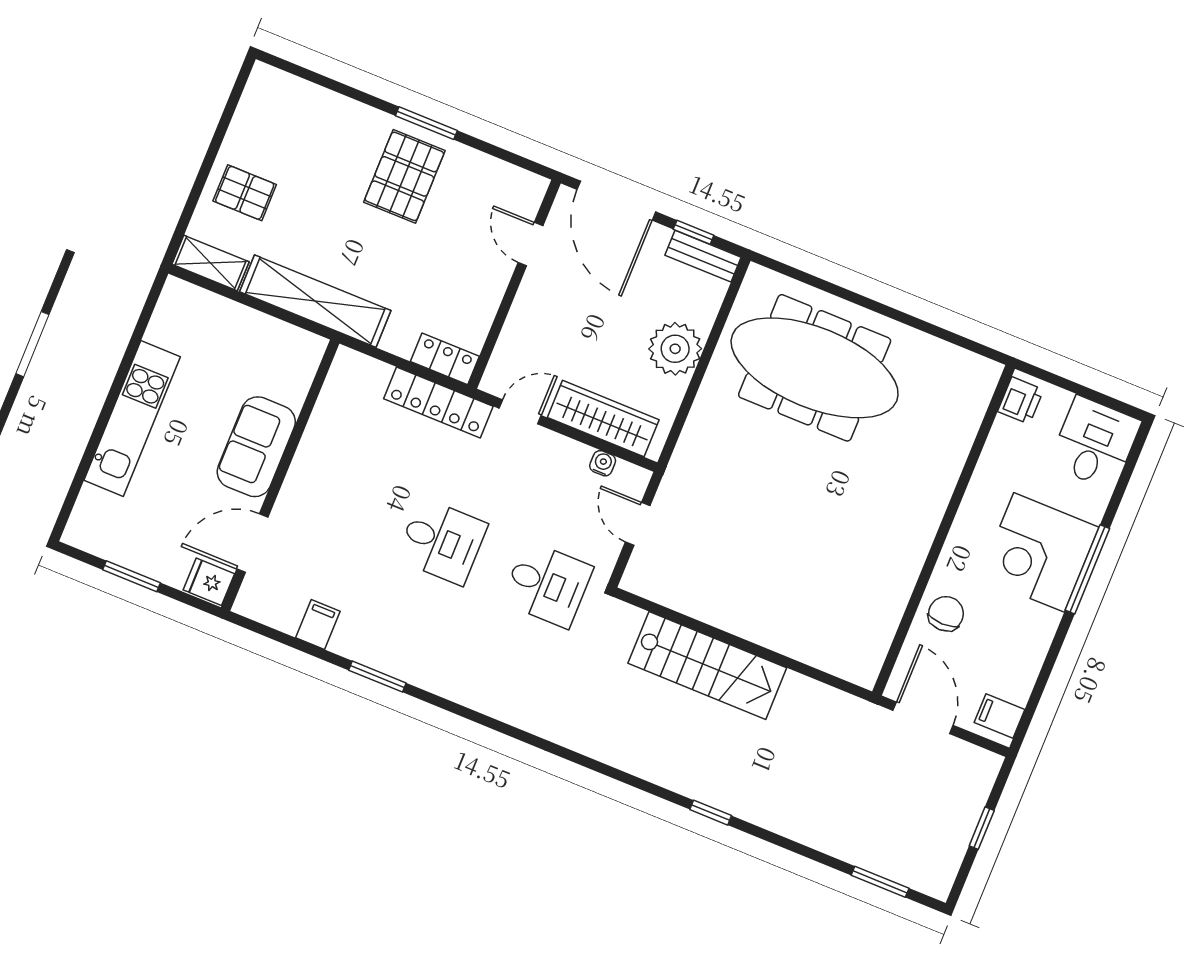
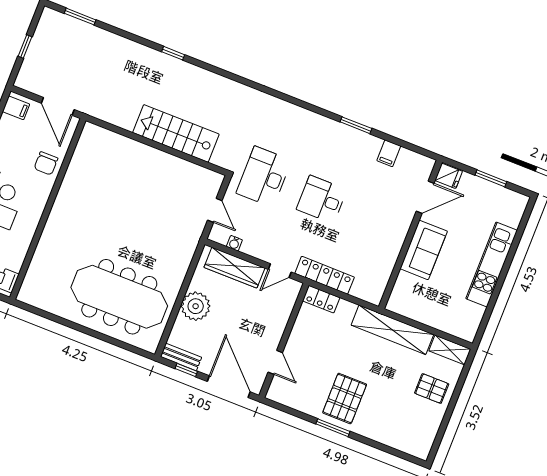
desk: (547, 584) -> (264, 177), width x1.37

